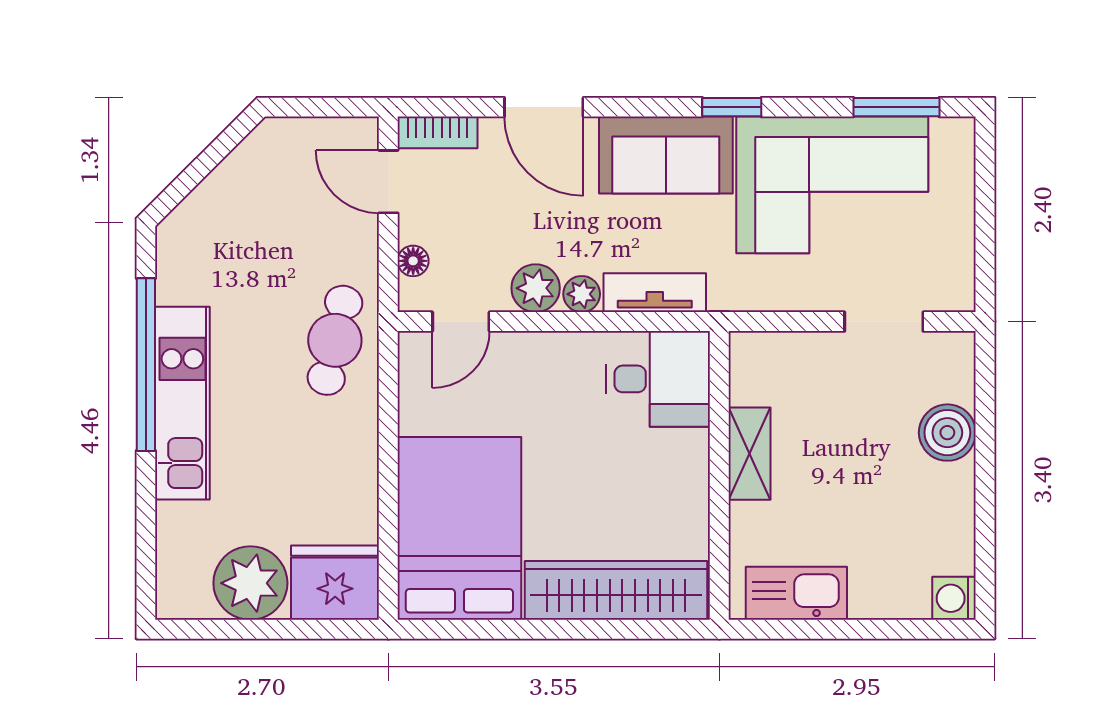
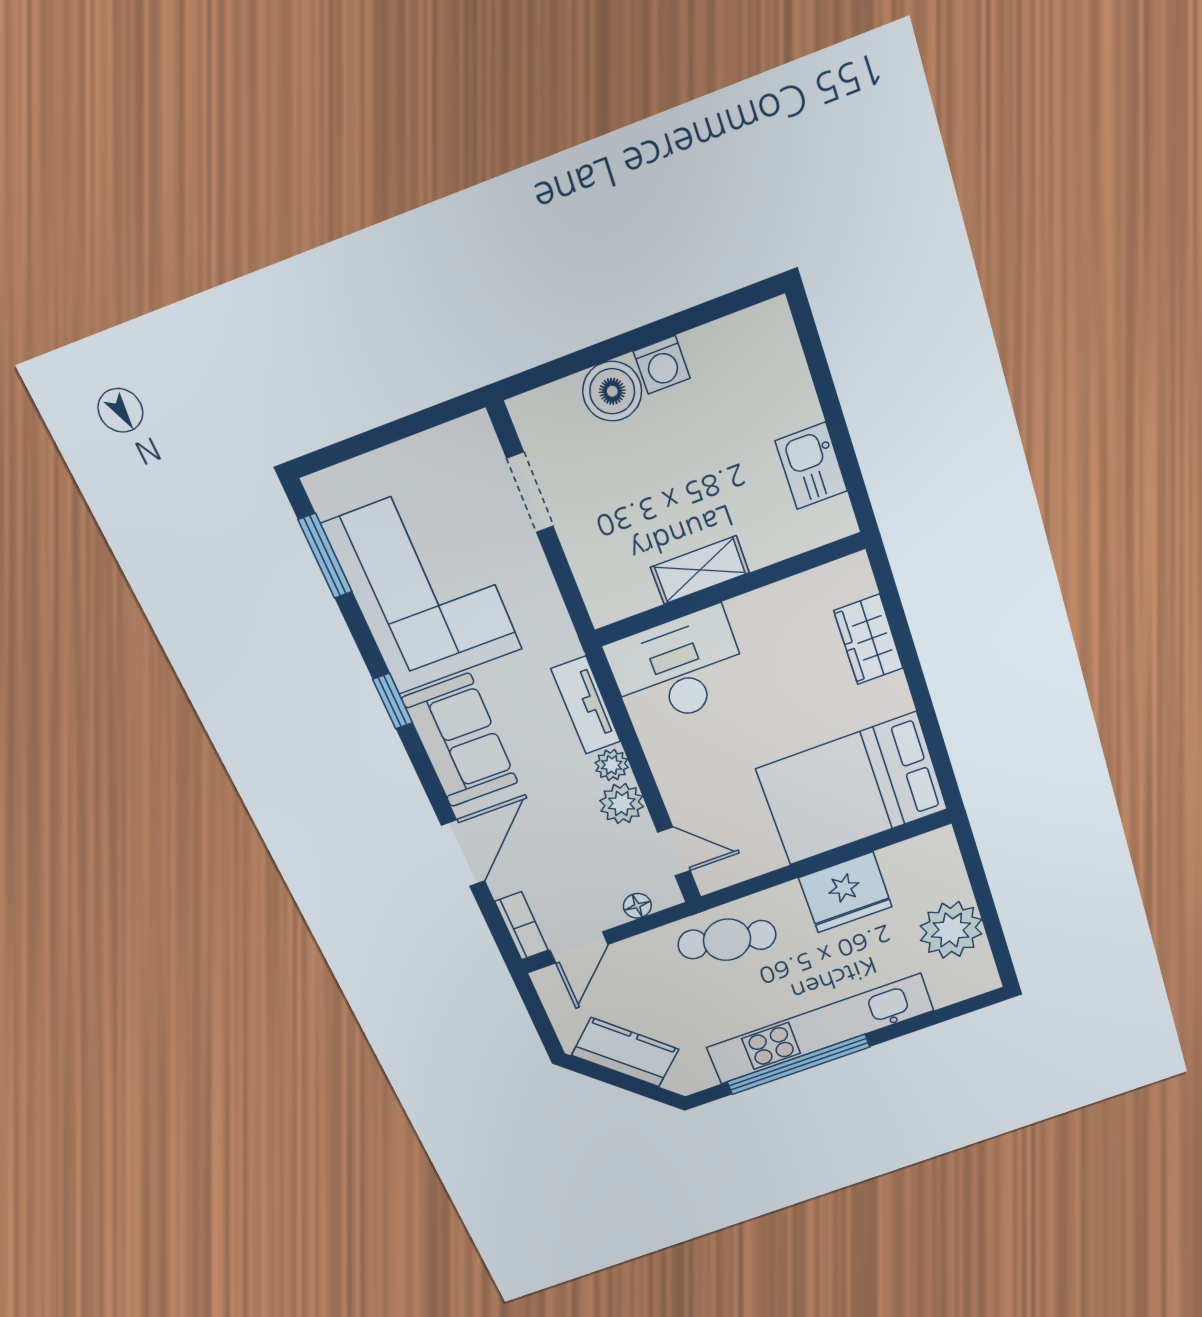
kitchen counter: (239, 182) -> (625, 1052), added
desk: (658, 379) -> (678, 669), width x1.37
kitchen unit: (182, 403) -> (820, 1029), width x1.36
fridge: (335, 583) -> (845, 892), moved, turned -90
wardrobe: (616, 590) -> (869, 640), width x0.48, depth x0.85
kitchen sink: (796, 593) -> (811, 466), width x0.73
washing machine: (954, 598) -> (662, 365), moved

